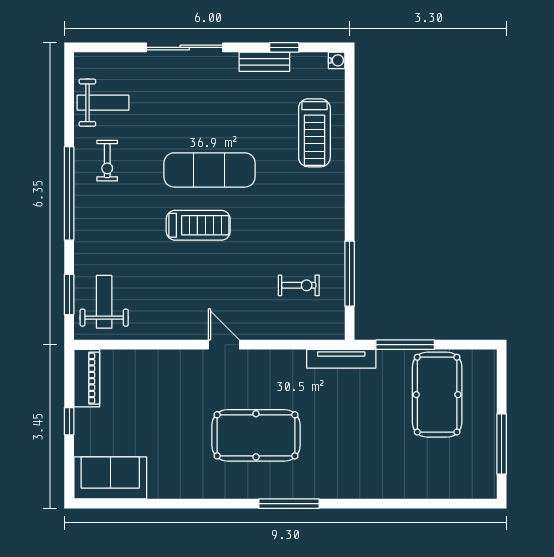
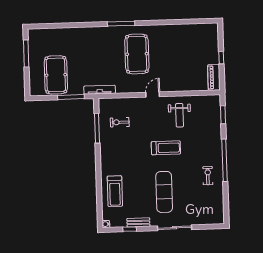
weight bench: (103, 103) -> (211, 202), removed
treadmill: (314, 133) -> (115, 191), turned 180
exercise mat: (209, 170) -> (164, 192), moved, turned 90
treadmill: (198, 225) -> (166, 148), turned 180
weight bench: (104, 302) -> (180, 115), moved
door: (224, 345) -> (153, 94), swing flipped
pool table: (256, 435) -> (137, 54), turned 90
sofa: (110, 478) -> (202, 33), removed

